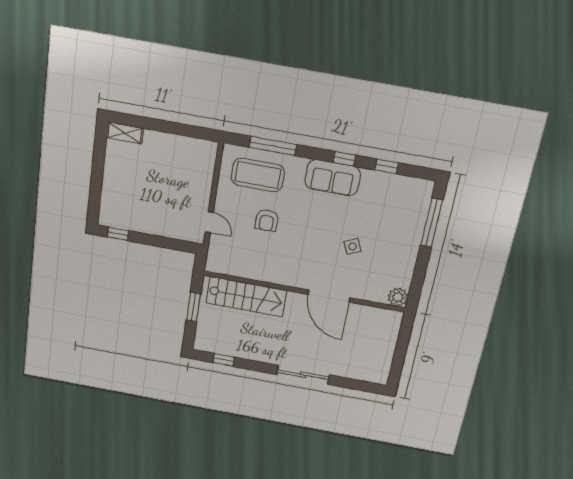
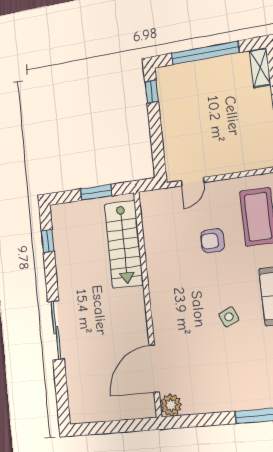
window: (97, 177) -> (205, 53), added
side table: (352, 246) -> (229, 317), moved
door: (329, 296) -> (154, 369), moved

